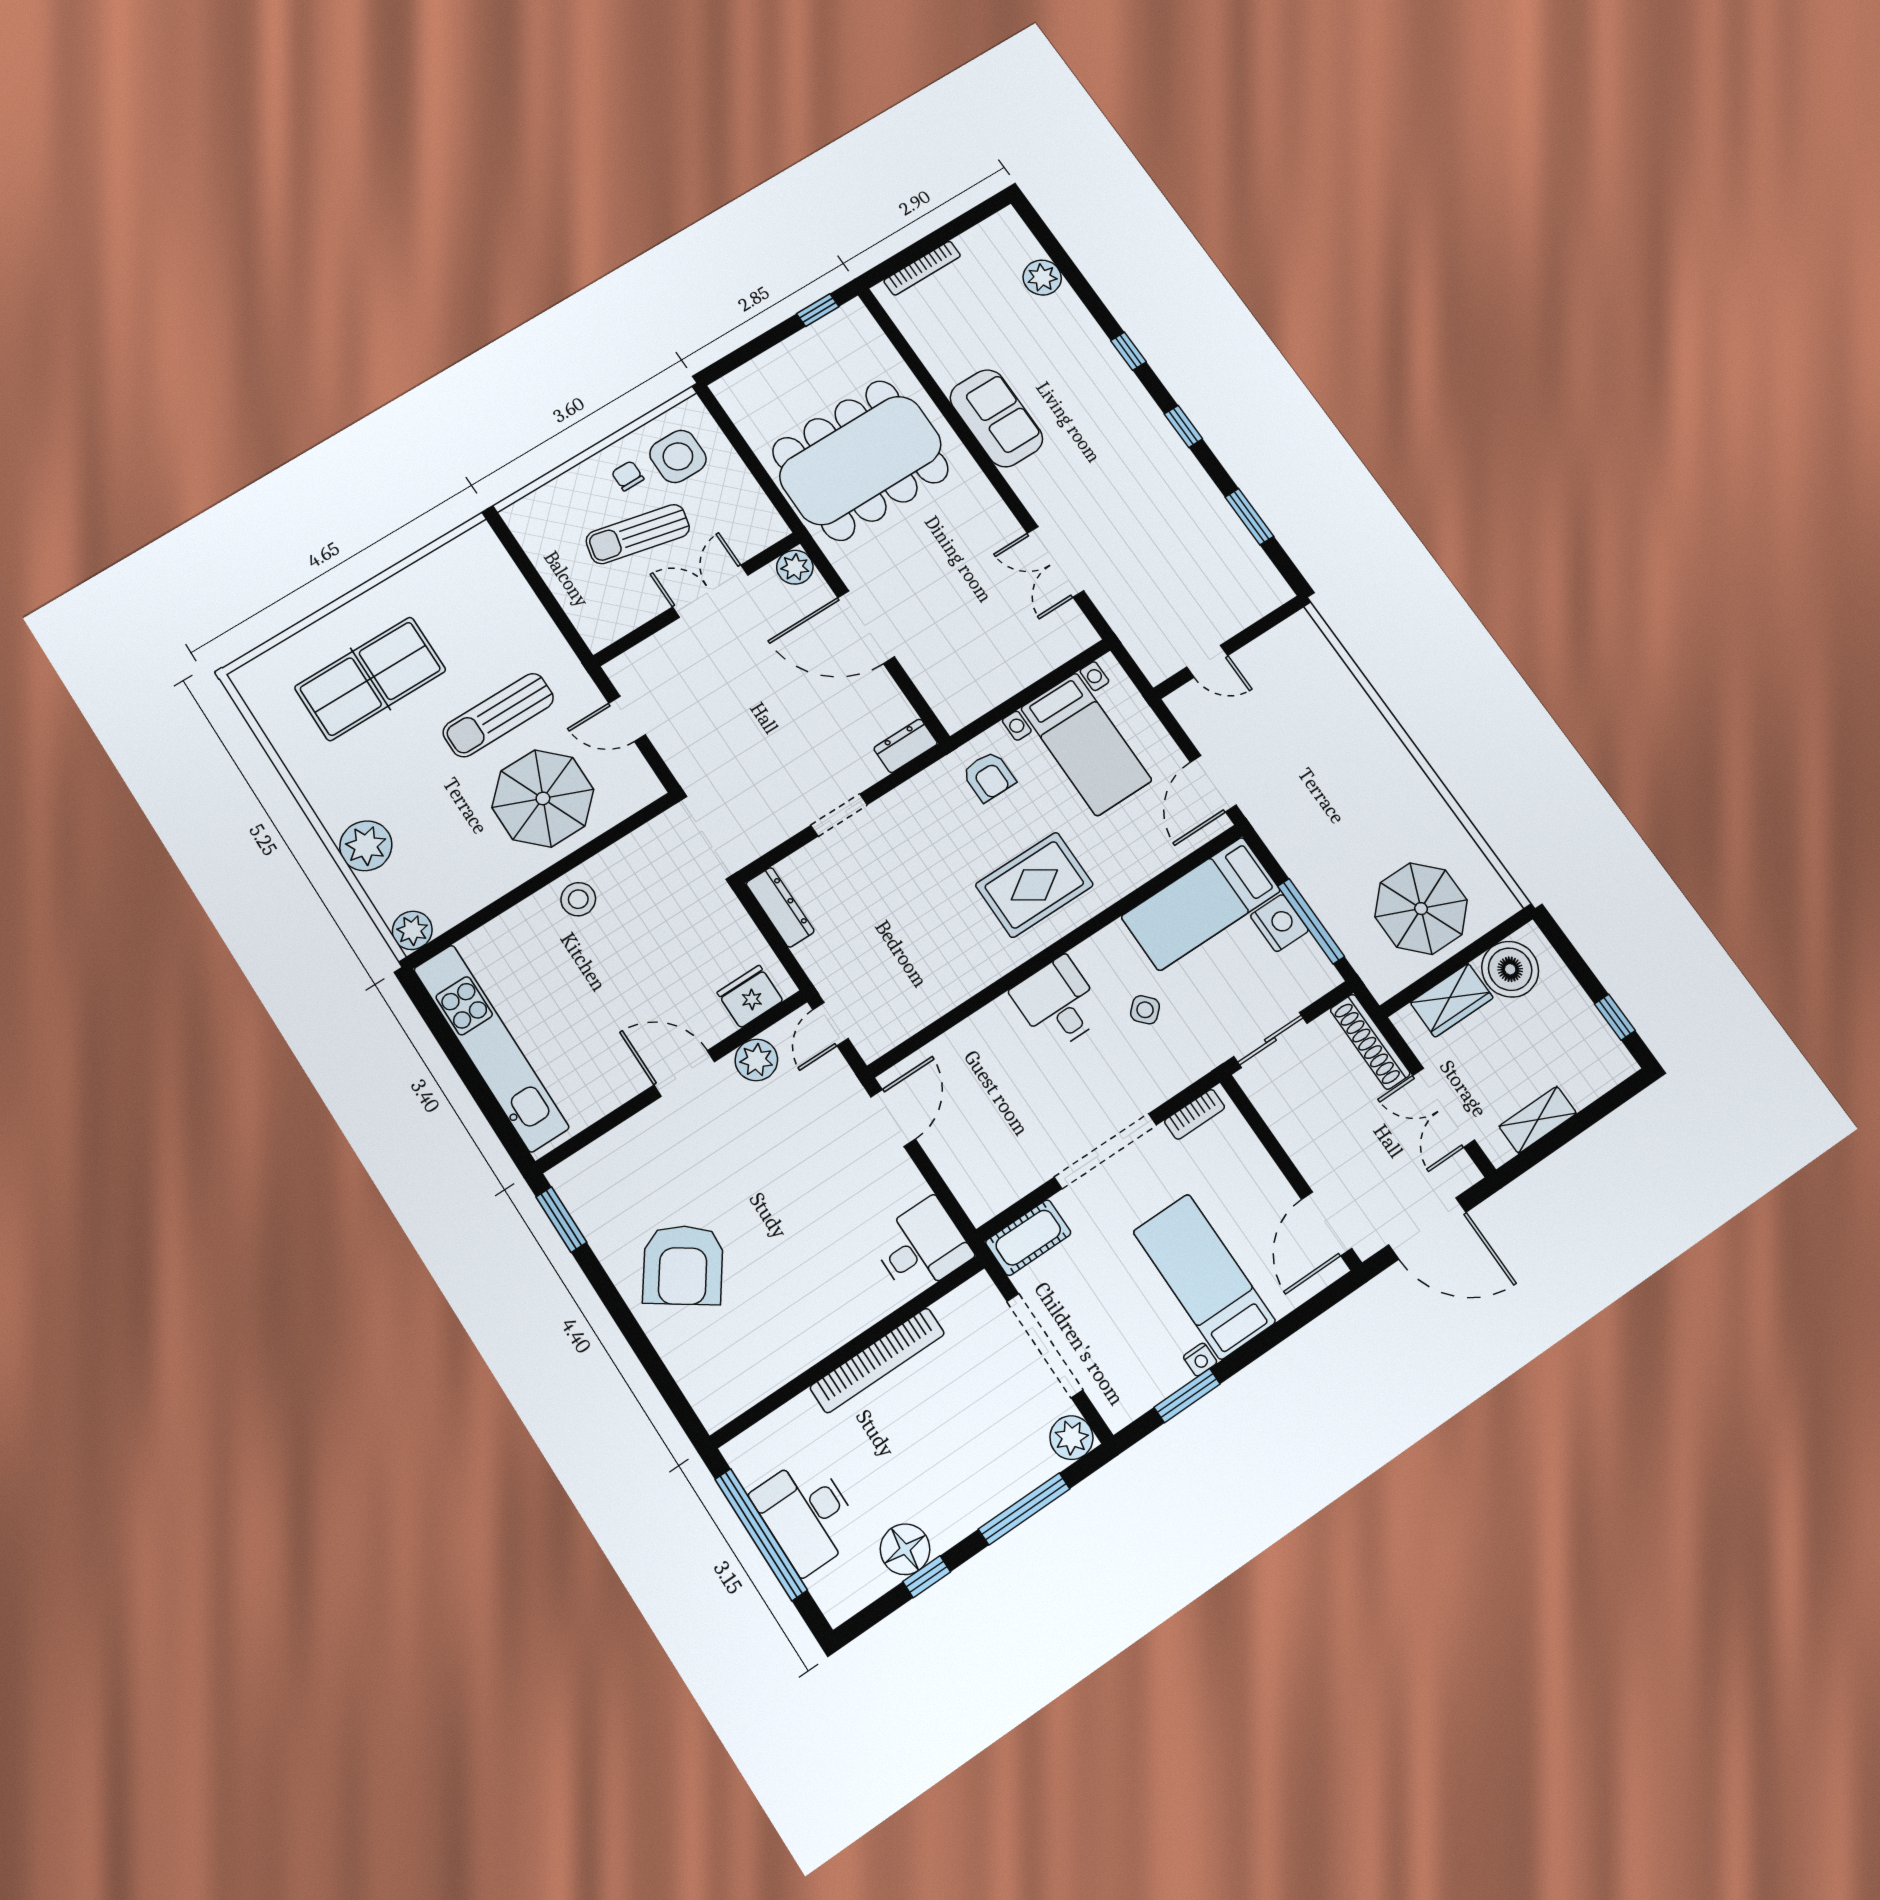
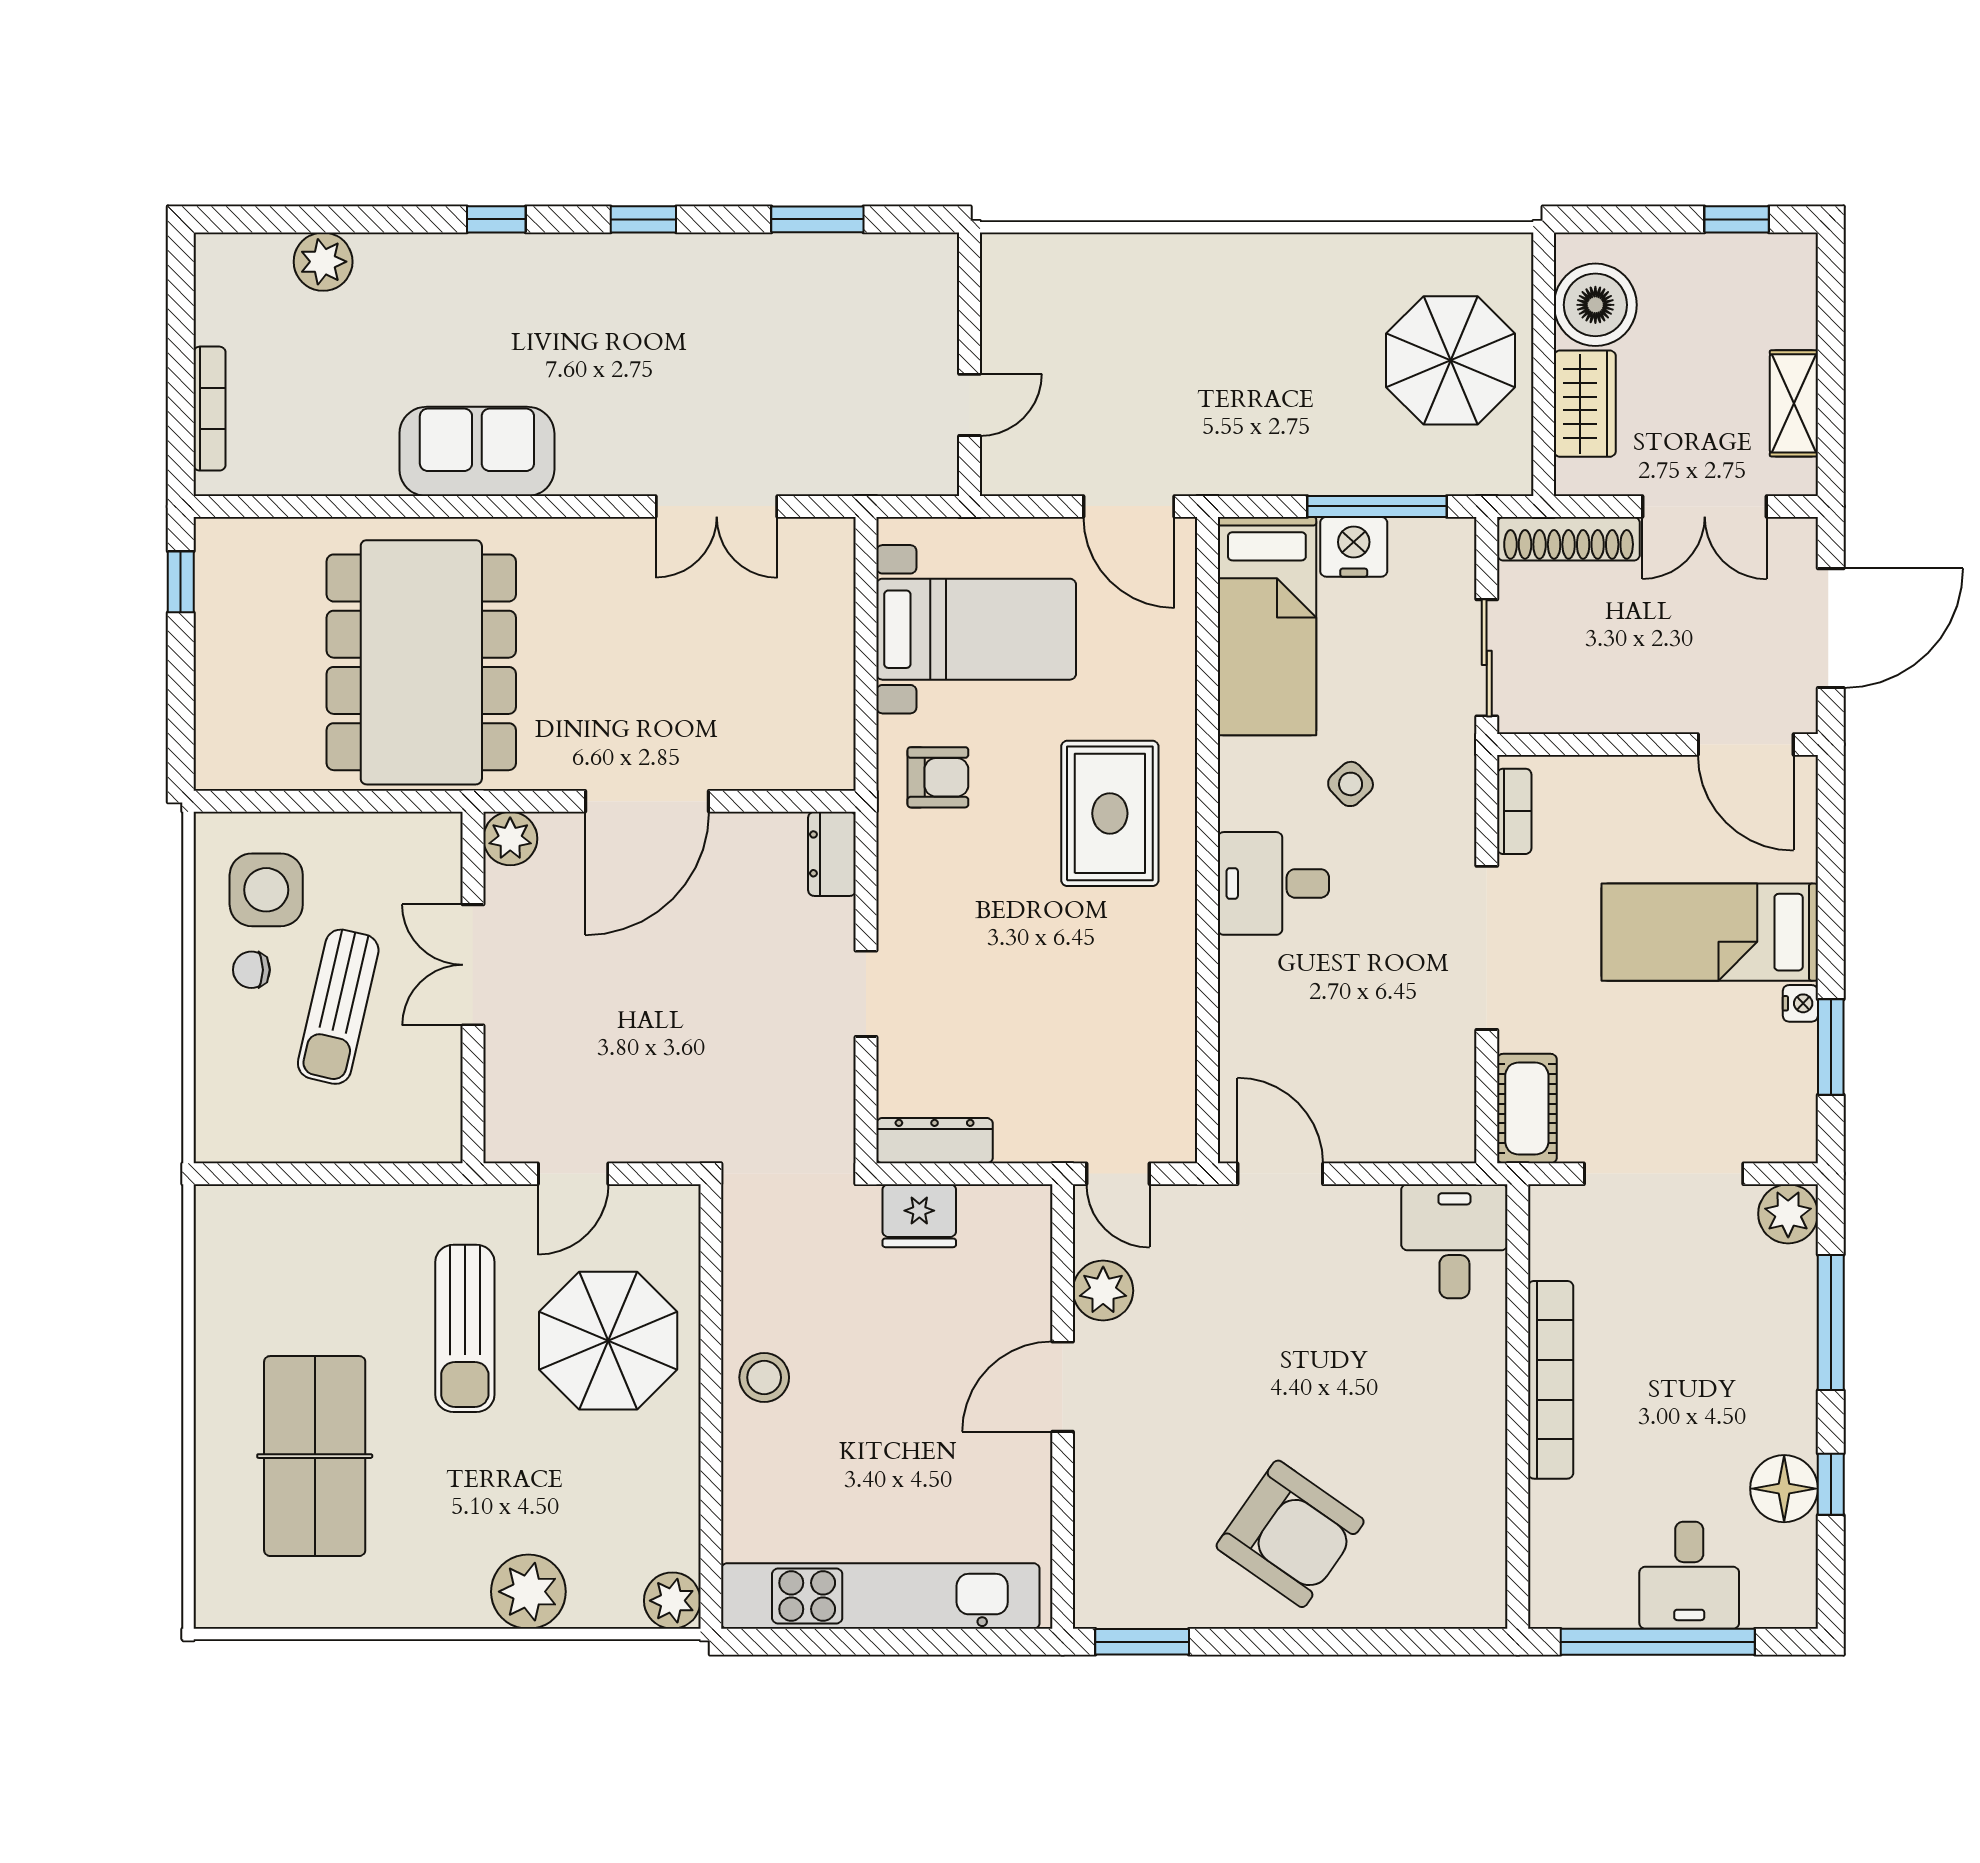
fridge: (750, 997) -> (919, 1216), moved, turned -90
desk: (807, 1515) -> (1689, 1575), width x0.73

